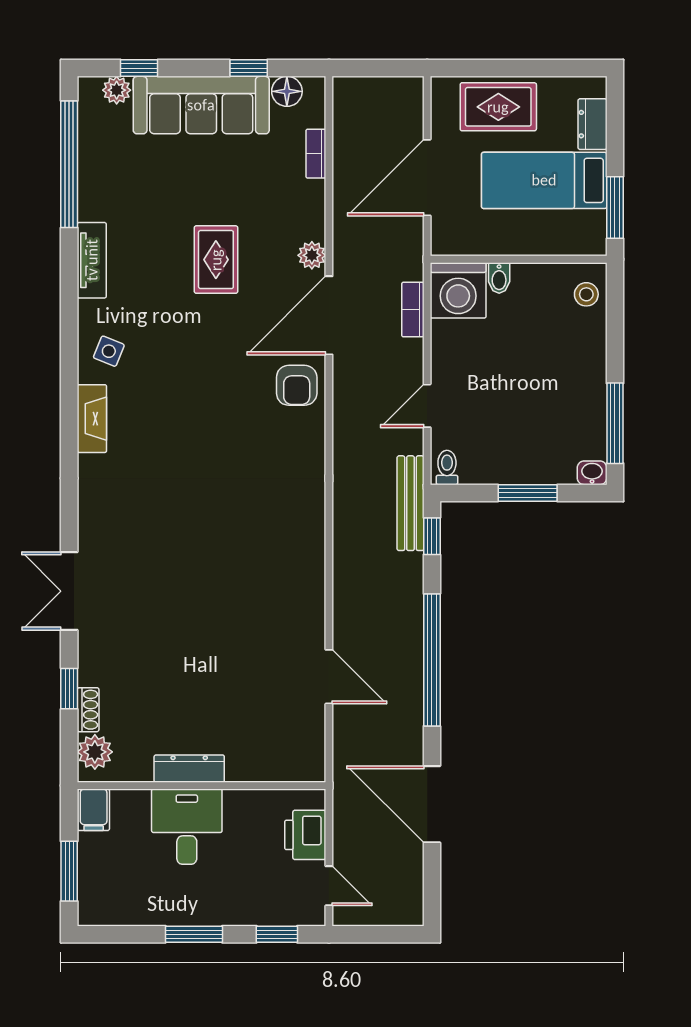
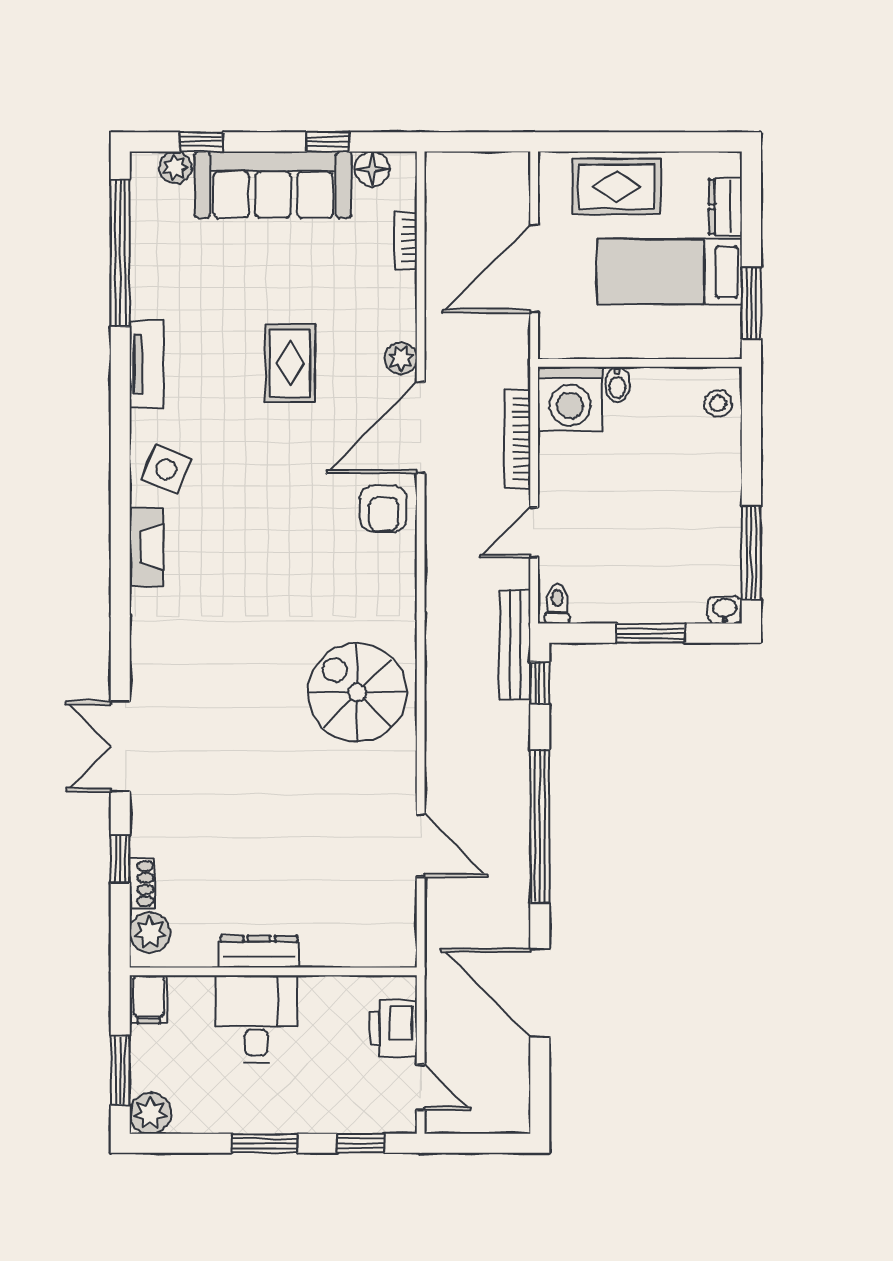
bookcase: (413, 310) -> (518, 439), width x1.56
side table: (109, 351) -> (166, 469), width x1.37, depth x1.37
spiral stairs: (274, 544) -> (357, 693), added
plant: (95, 908) -> (150, 1113), added

